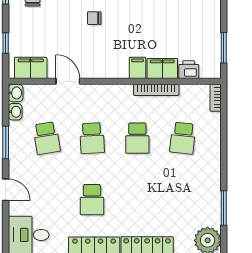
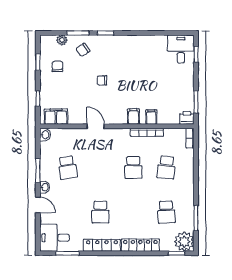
filing cabinet: (162, 68) -> (151, 117), width x0.50
printer: (189, 70) -> (187, 118), moved
door: (68, 81) -> (96, 126), moved
washbasin: (15, 112) -> (45, 187), moved
school desk: (92, 138) -> (166, 212), moved

